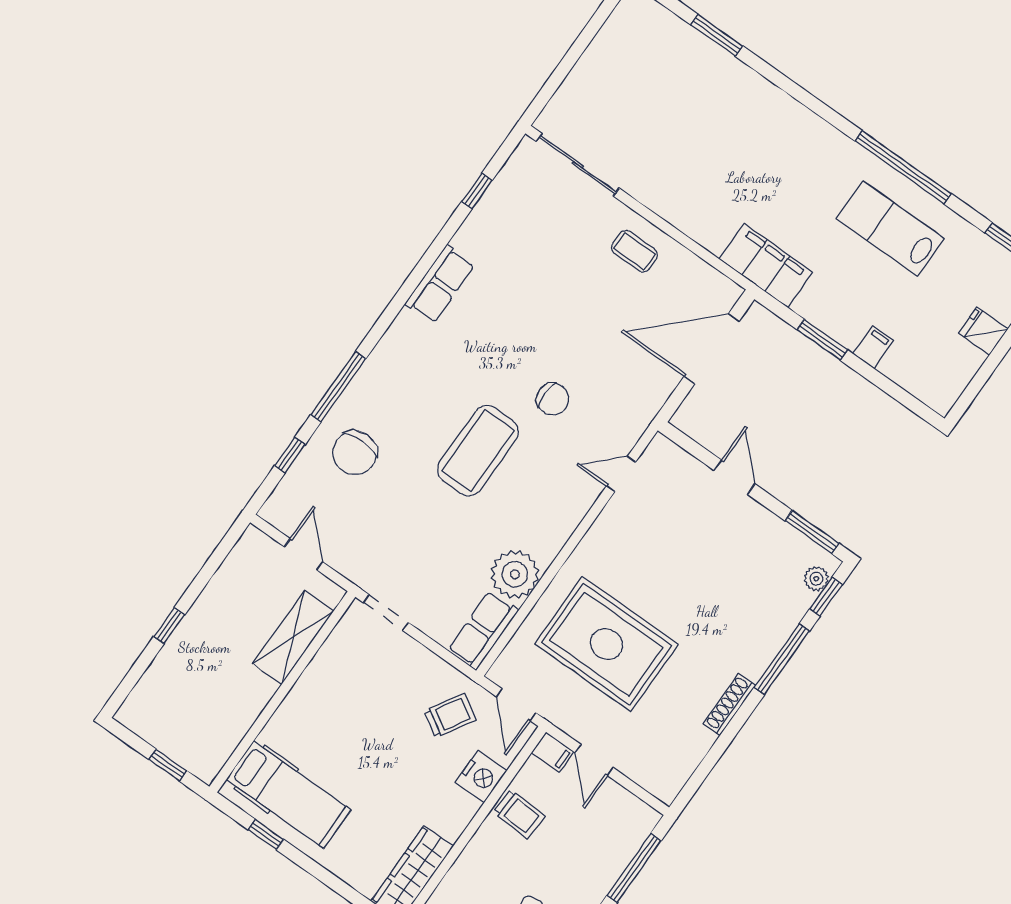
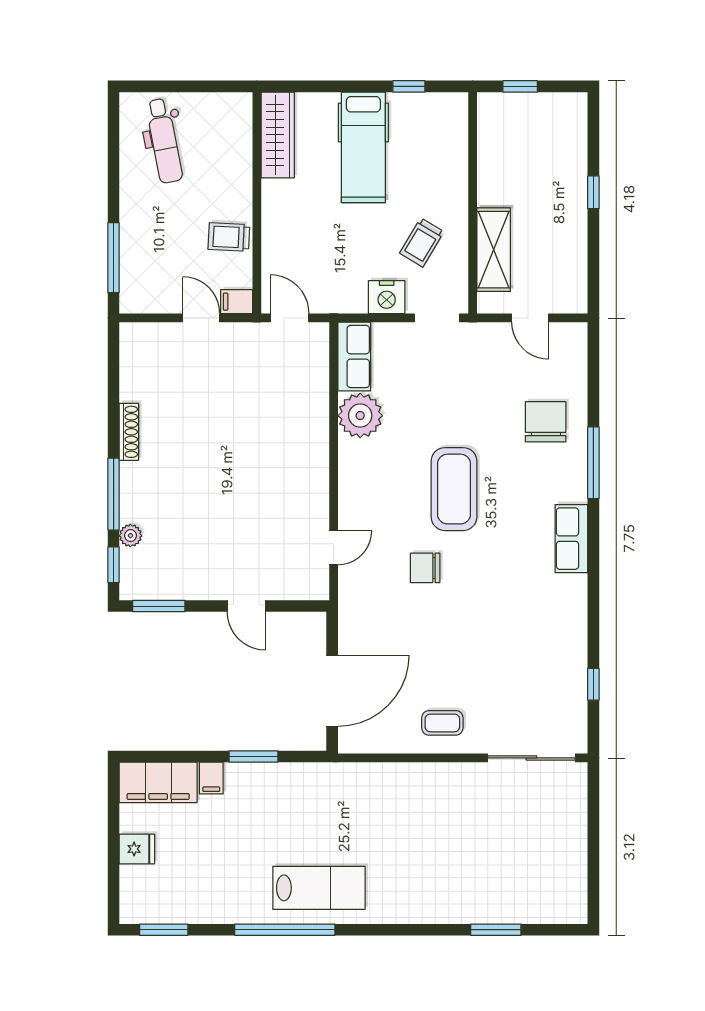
lab bench: (890, 228) -> (319, 888), moved
filing cabinet: (766, 266) -> (158, 782), moved
row of seats: (440, 284) -> (571, 539), moved
window: (290, 455) -> (593, 385), removed
plant: (816, 579) -> (130, 536), moved
rug: (607, 644) -> (254, 412), removed
trolley: (450, 715) -> (422, 242), moved
nightstand: (481, 777) -> (387, 297), moved, turned -90
hospital bed: (288, 795) -> (363, 147), moved, turned -90

